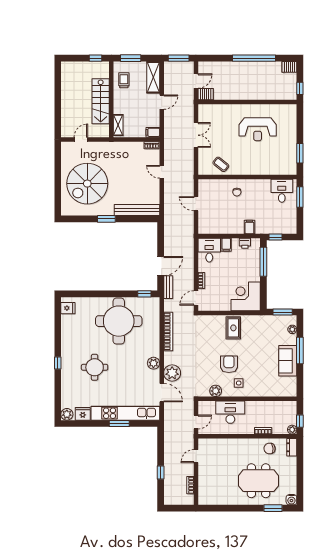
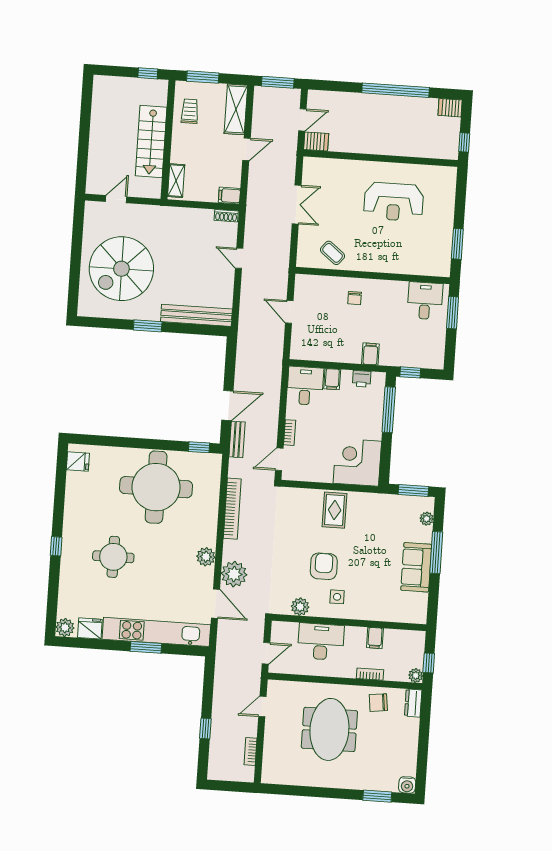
filing cabinet: (265, 408) -> (375, 638), added
meeting table: (259, 481) -> (329, 729), moved, turned 90

